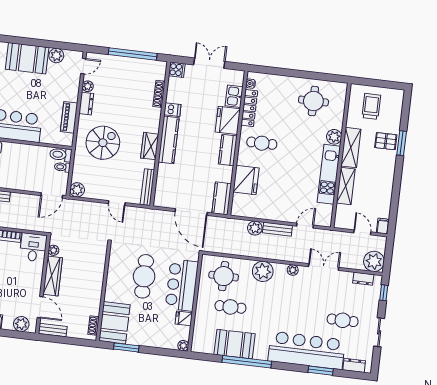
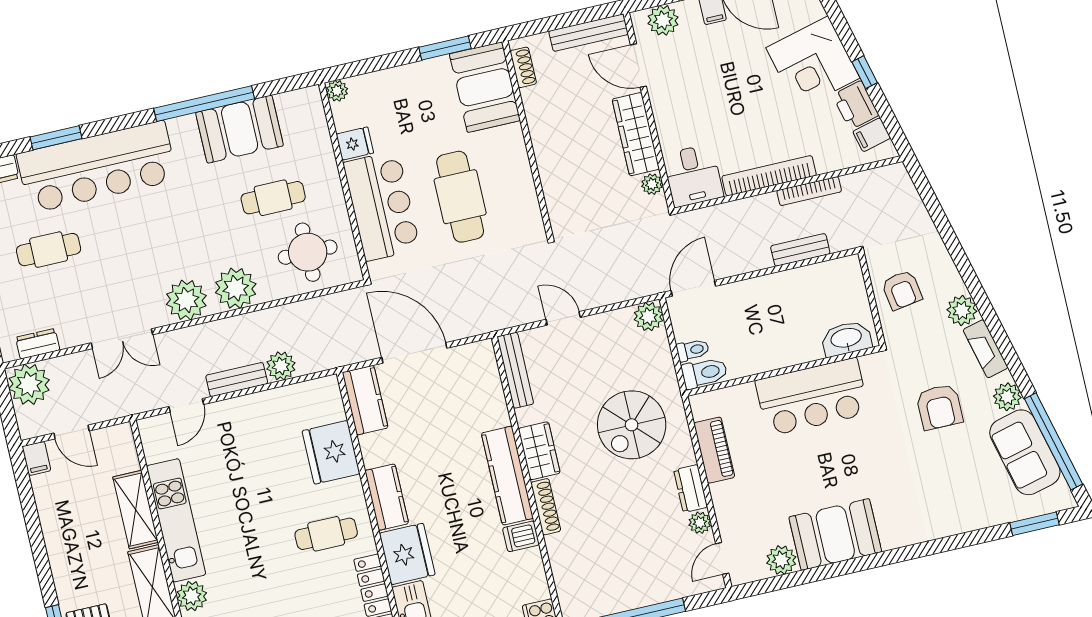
shoe rack: (159, 94) -> (546, 507), moved
plant: (293, 270) -> (186, 300), width x1.88, depth x1.88
bench: (53, 330) -> (589, 33), width x1.36

